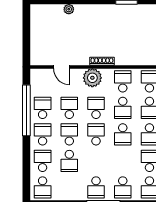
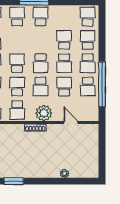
school desk: (69, 108) -> (64, 87), turned 180
school desk: (43, 161) -> (88, 40), turned 180

